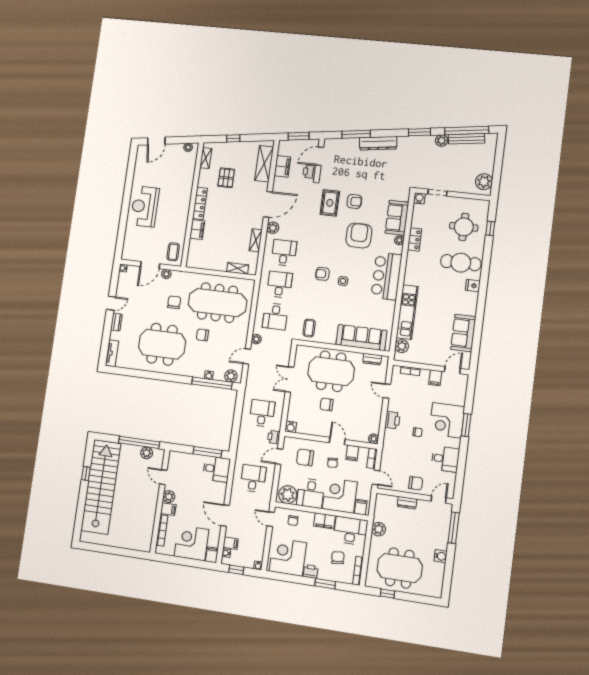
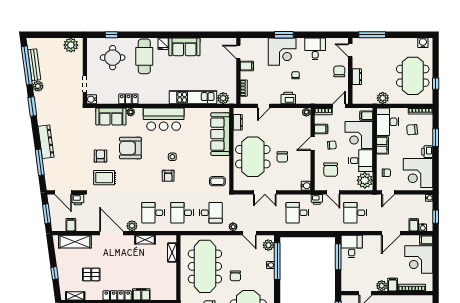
filing cabinet: (282, 166) -> (71, 225), width x0.50
sofa: (463, 333) -> (184, 47), moved
water cooler: (441, 556) -> (423, 43), moved

